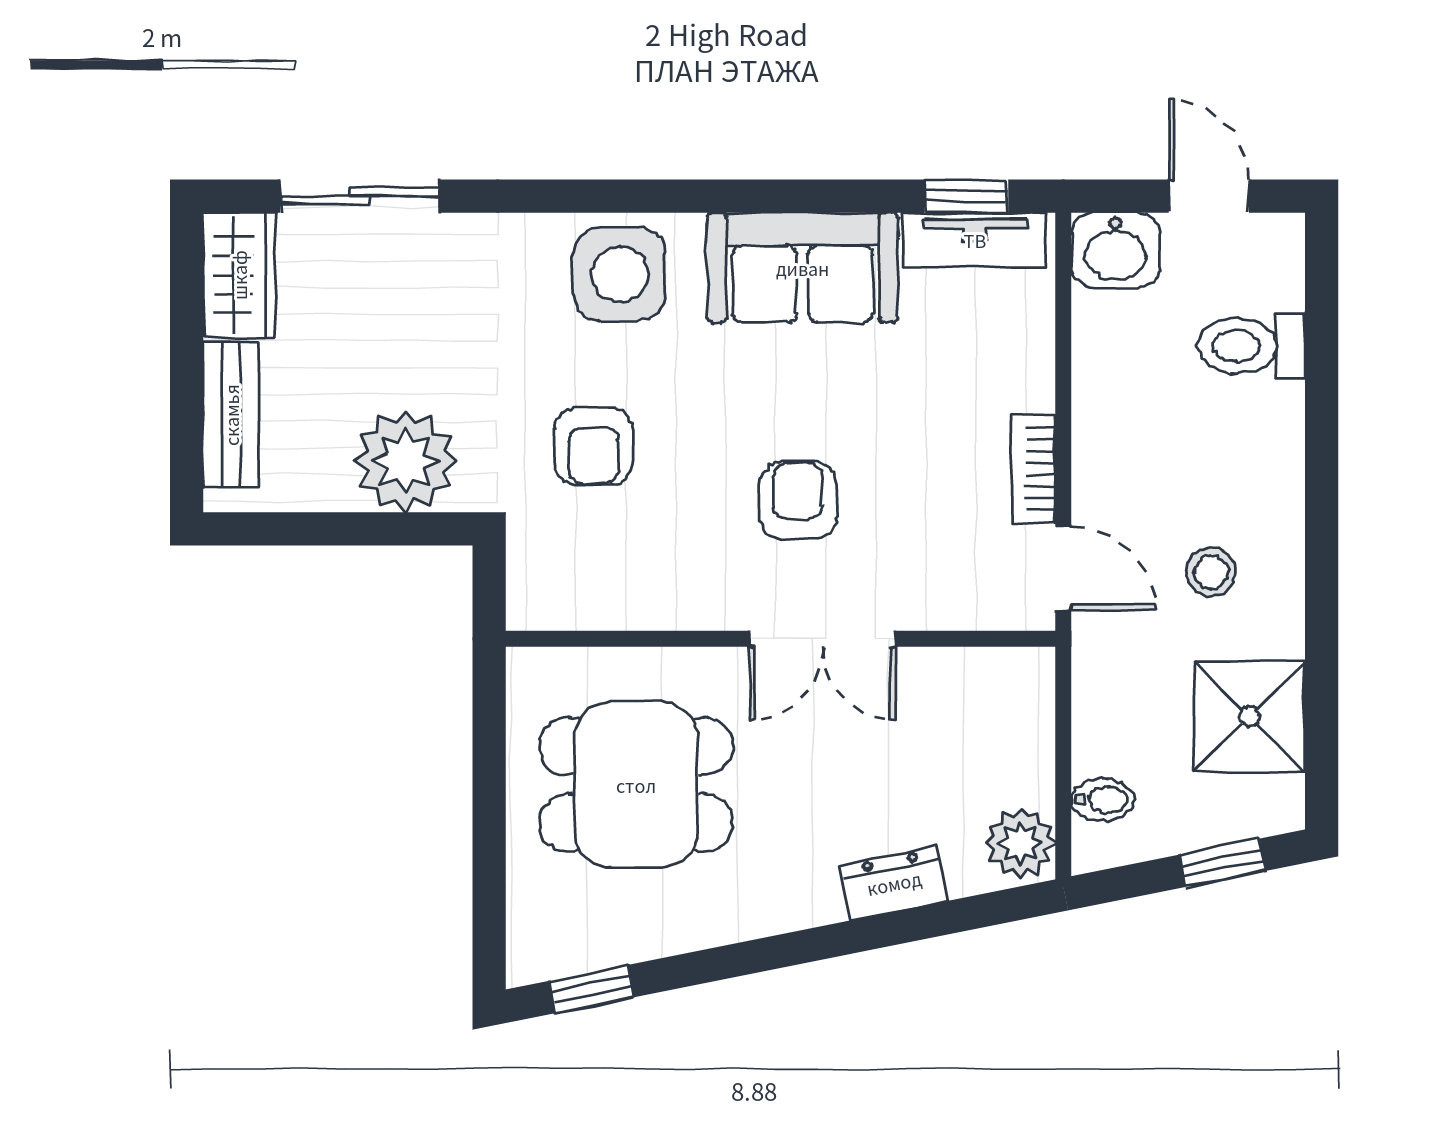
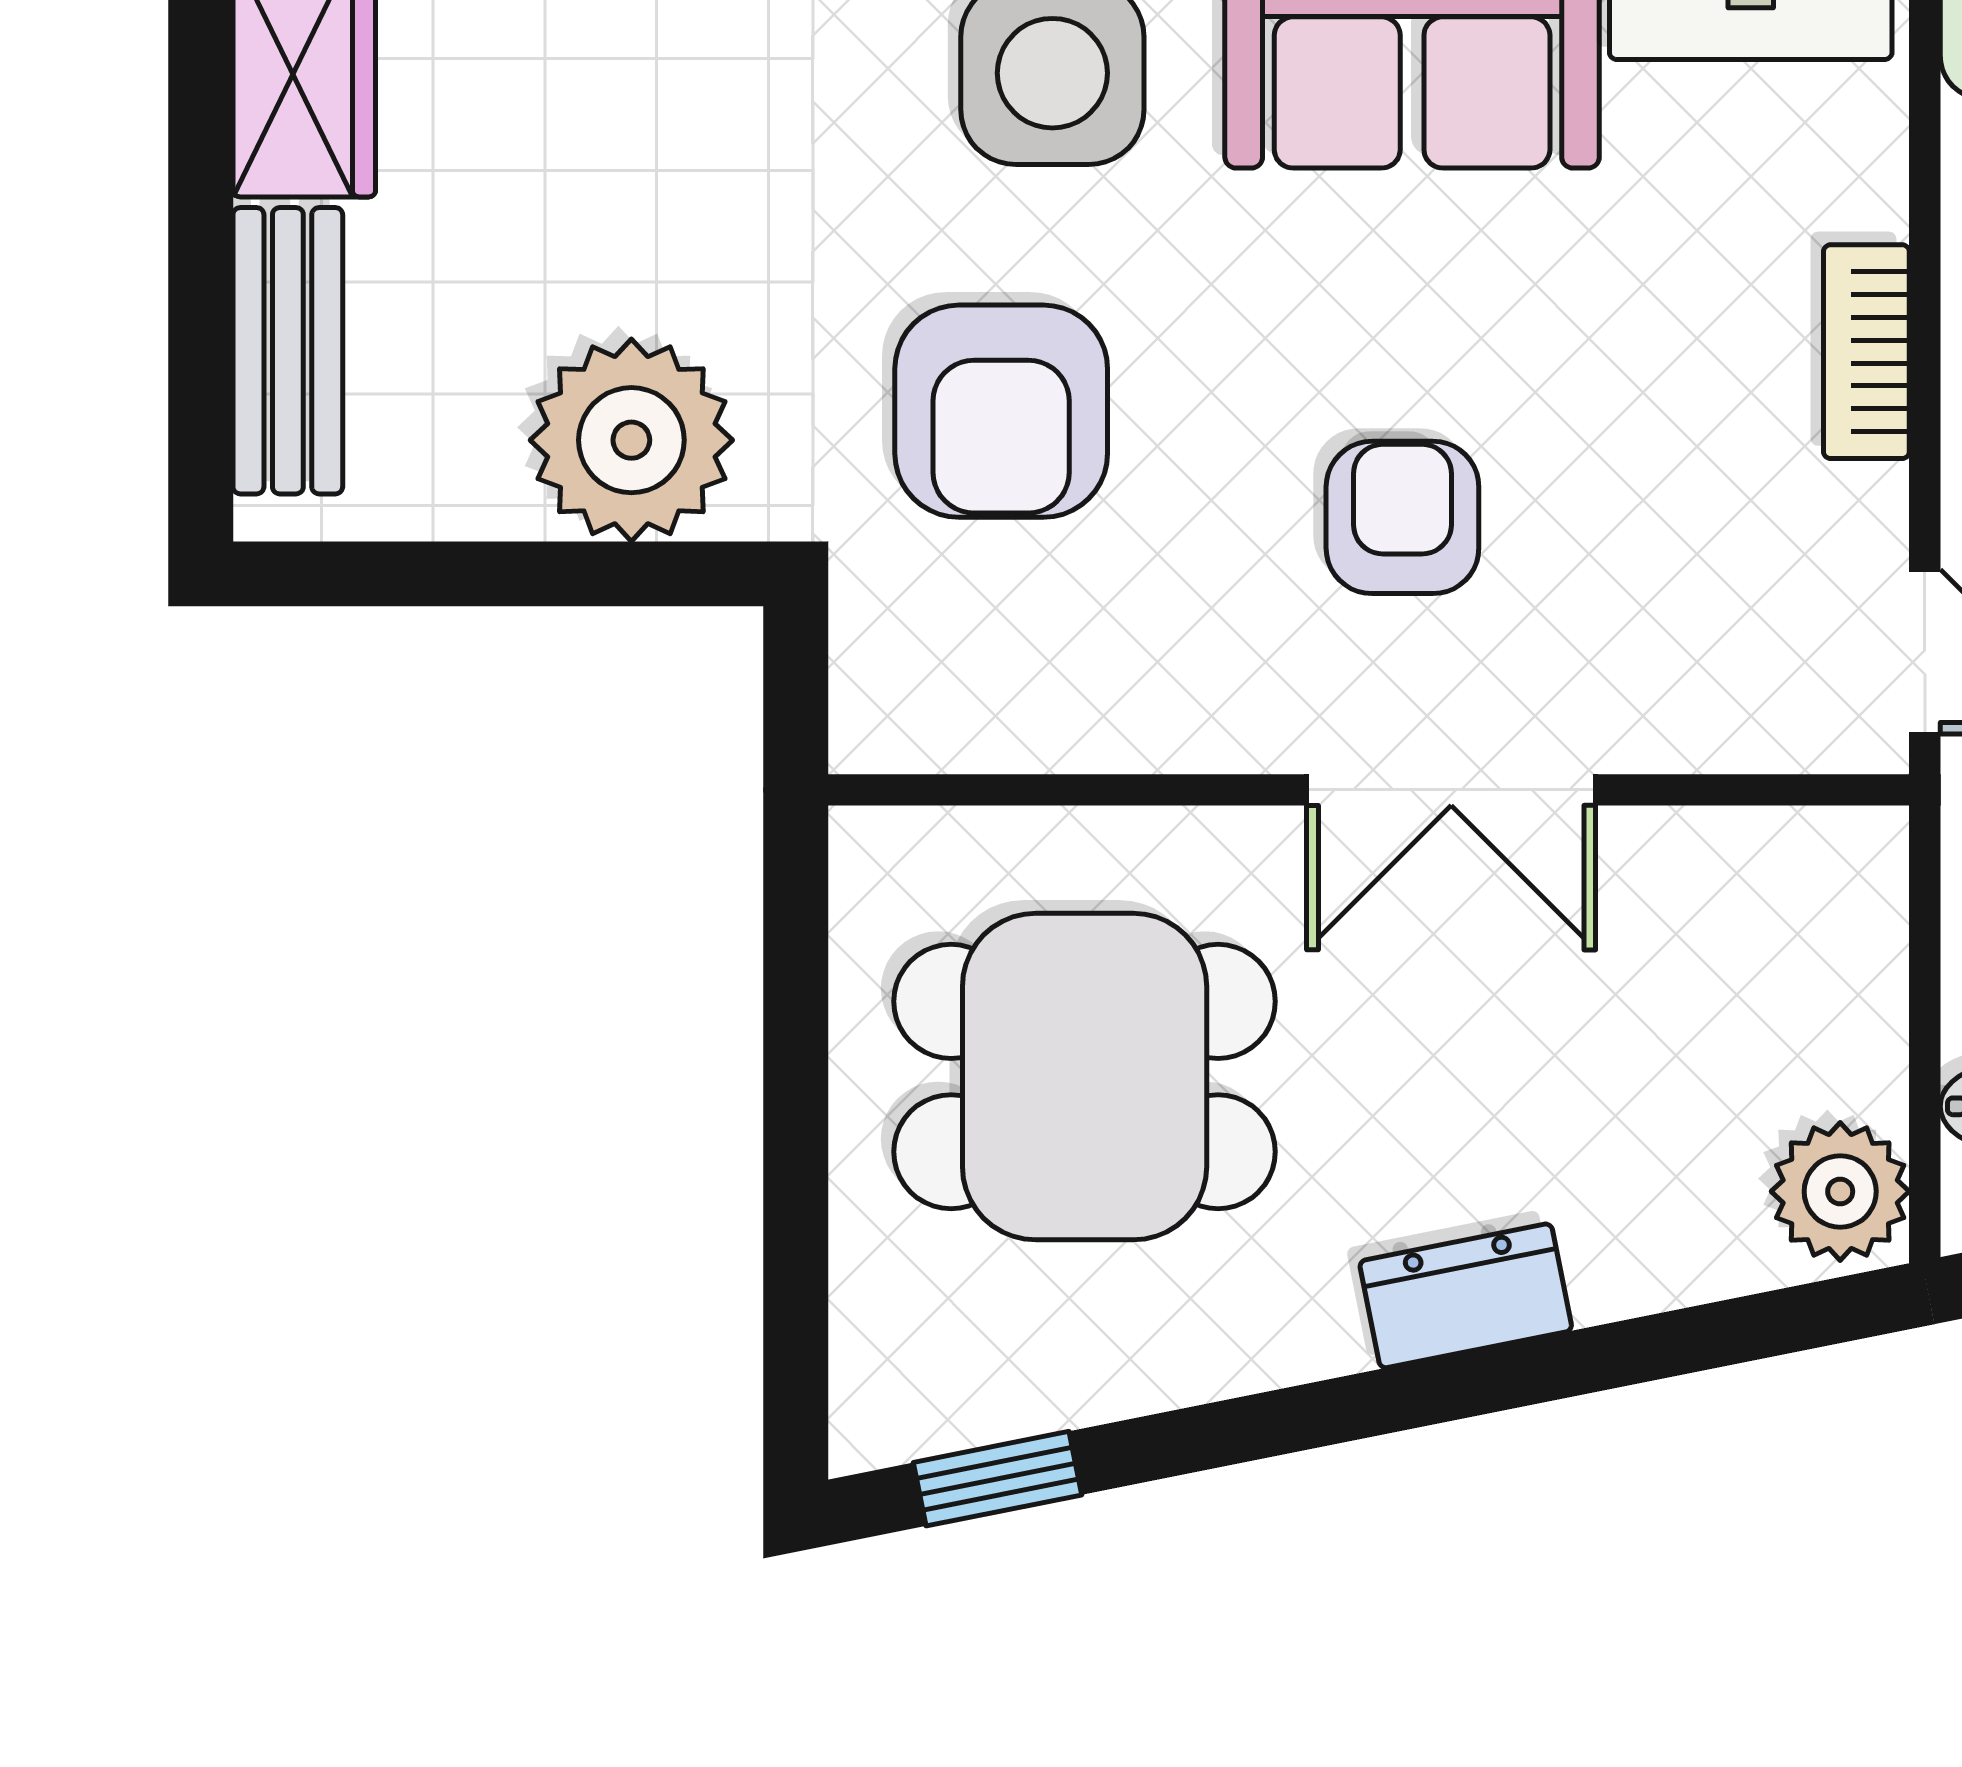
armchair: (594, 446) -> (1001, 411), width x1.38, depth x1.38
bookcase: (1034, 469) -> (1866, 352), moved
dresser: (894, 883) -> (1466, 1296), moved

